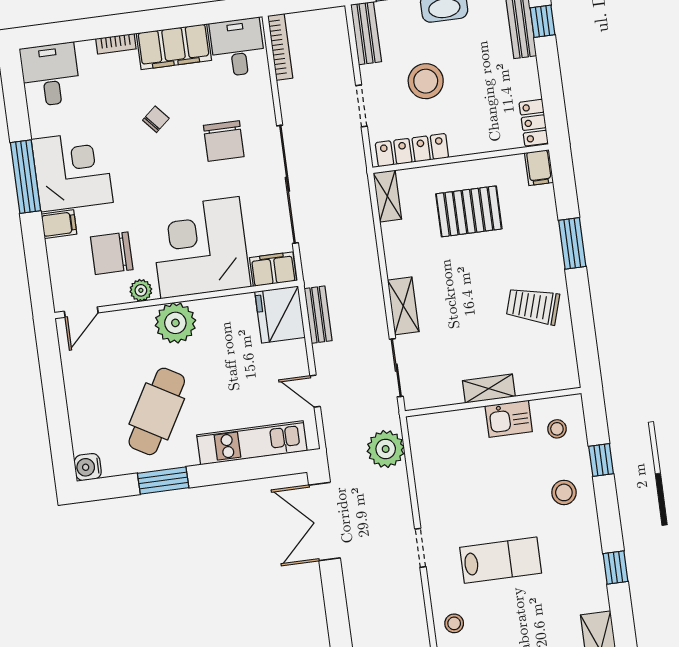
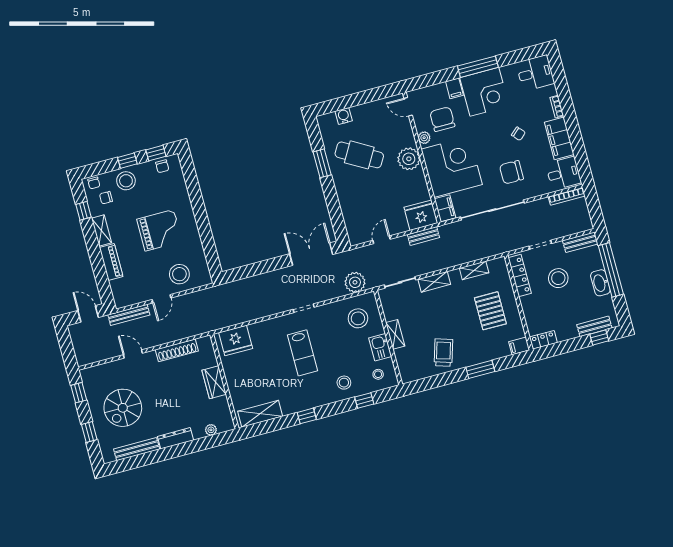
shelving: (387, 196) -> (474, 270), moved
kitchen unit: (252, 443) -> (349, 209), removed
water cooler: (88, 467) -> (344, 116), moved
stool: (454, 623) -> (358, 318), moved, width x1.89, depth x1.89

